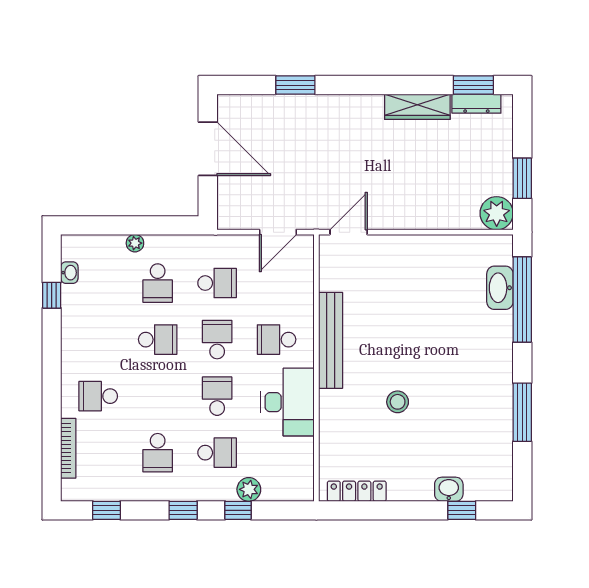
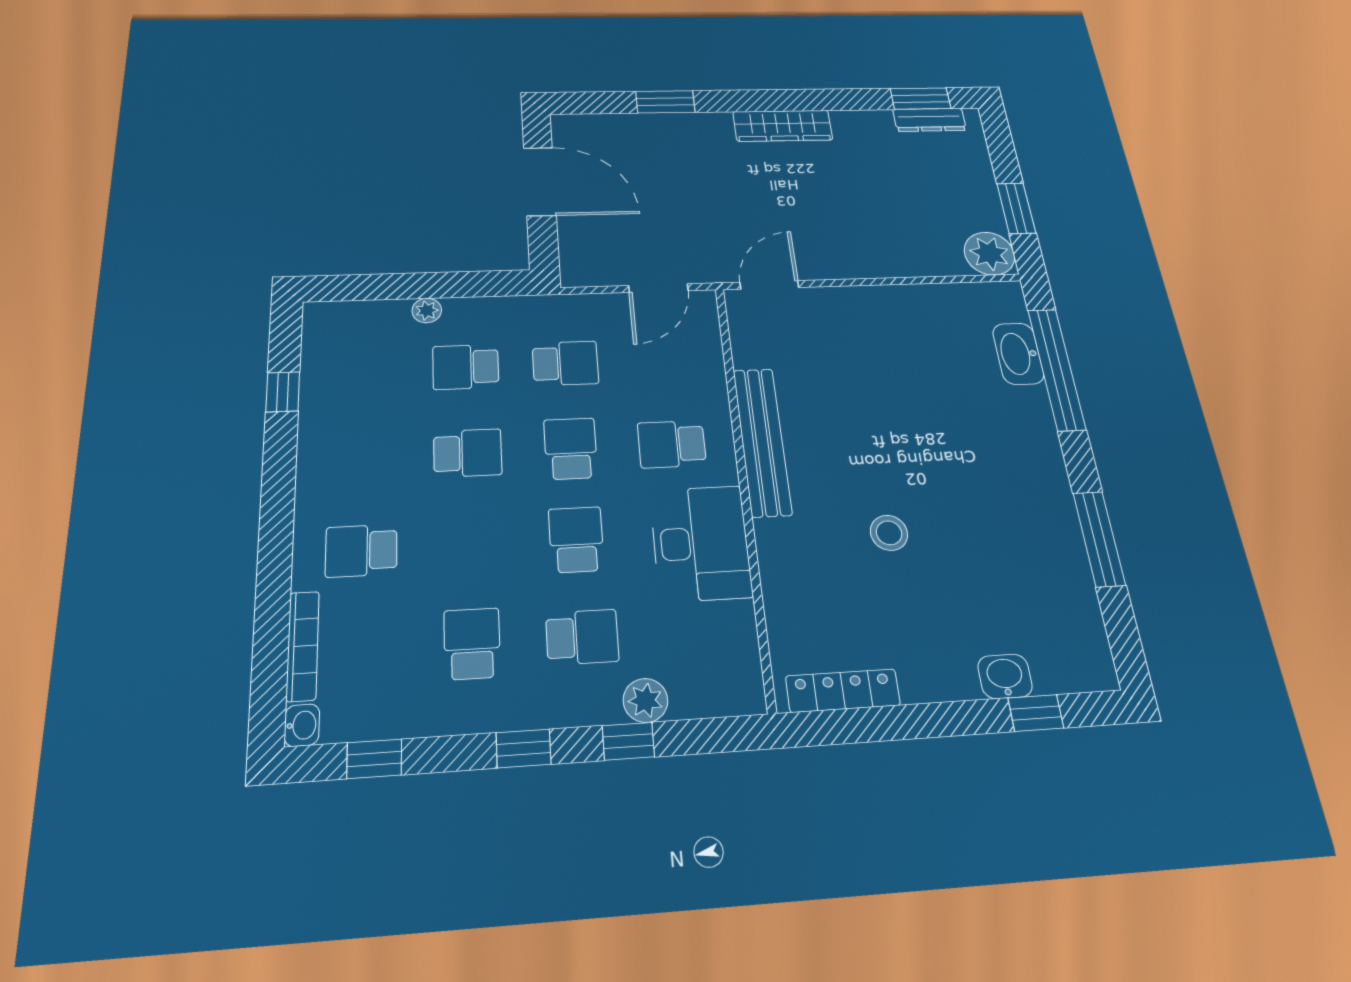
wardrobe: (417, 107) -> (783, 126), moved
washbasin: (69, 273) -> (302, 725), moved
school desk: (158, 283) -> (466, 367), turned 90
school desk: (158, 453) -> (472, 644), turned 180

